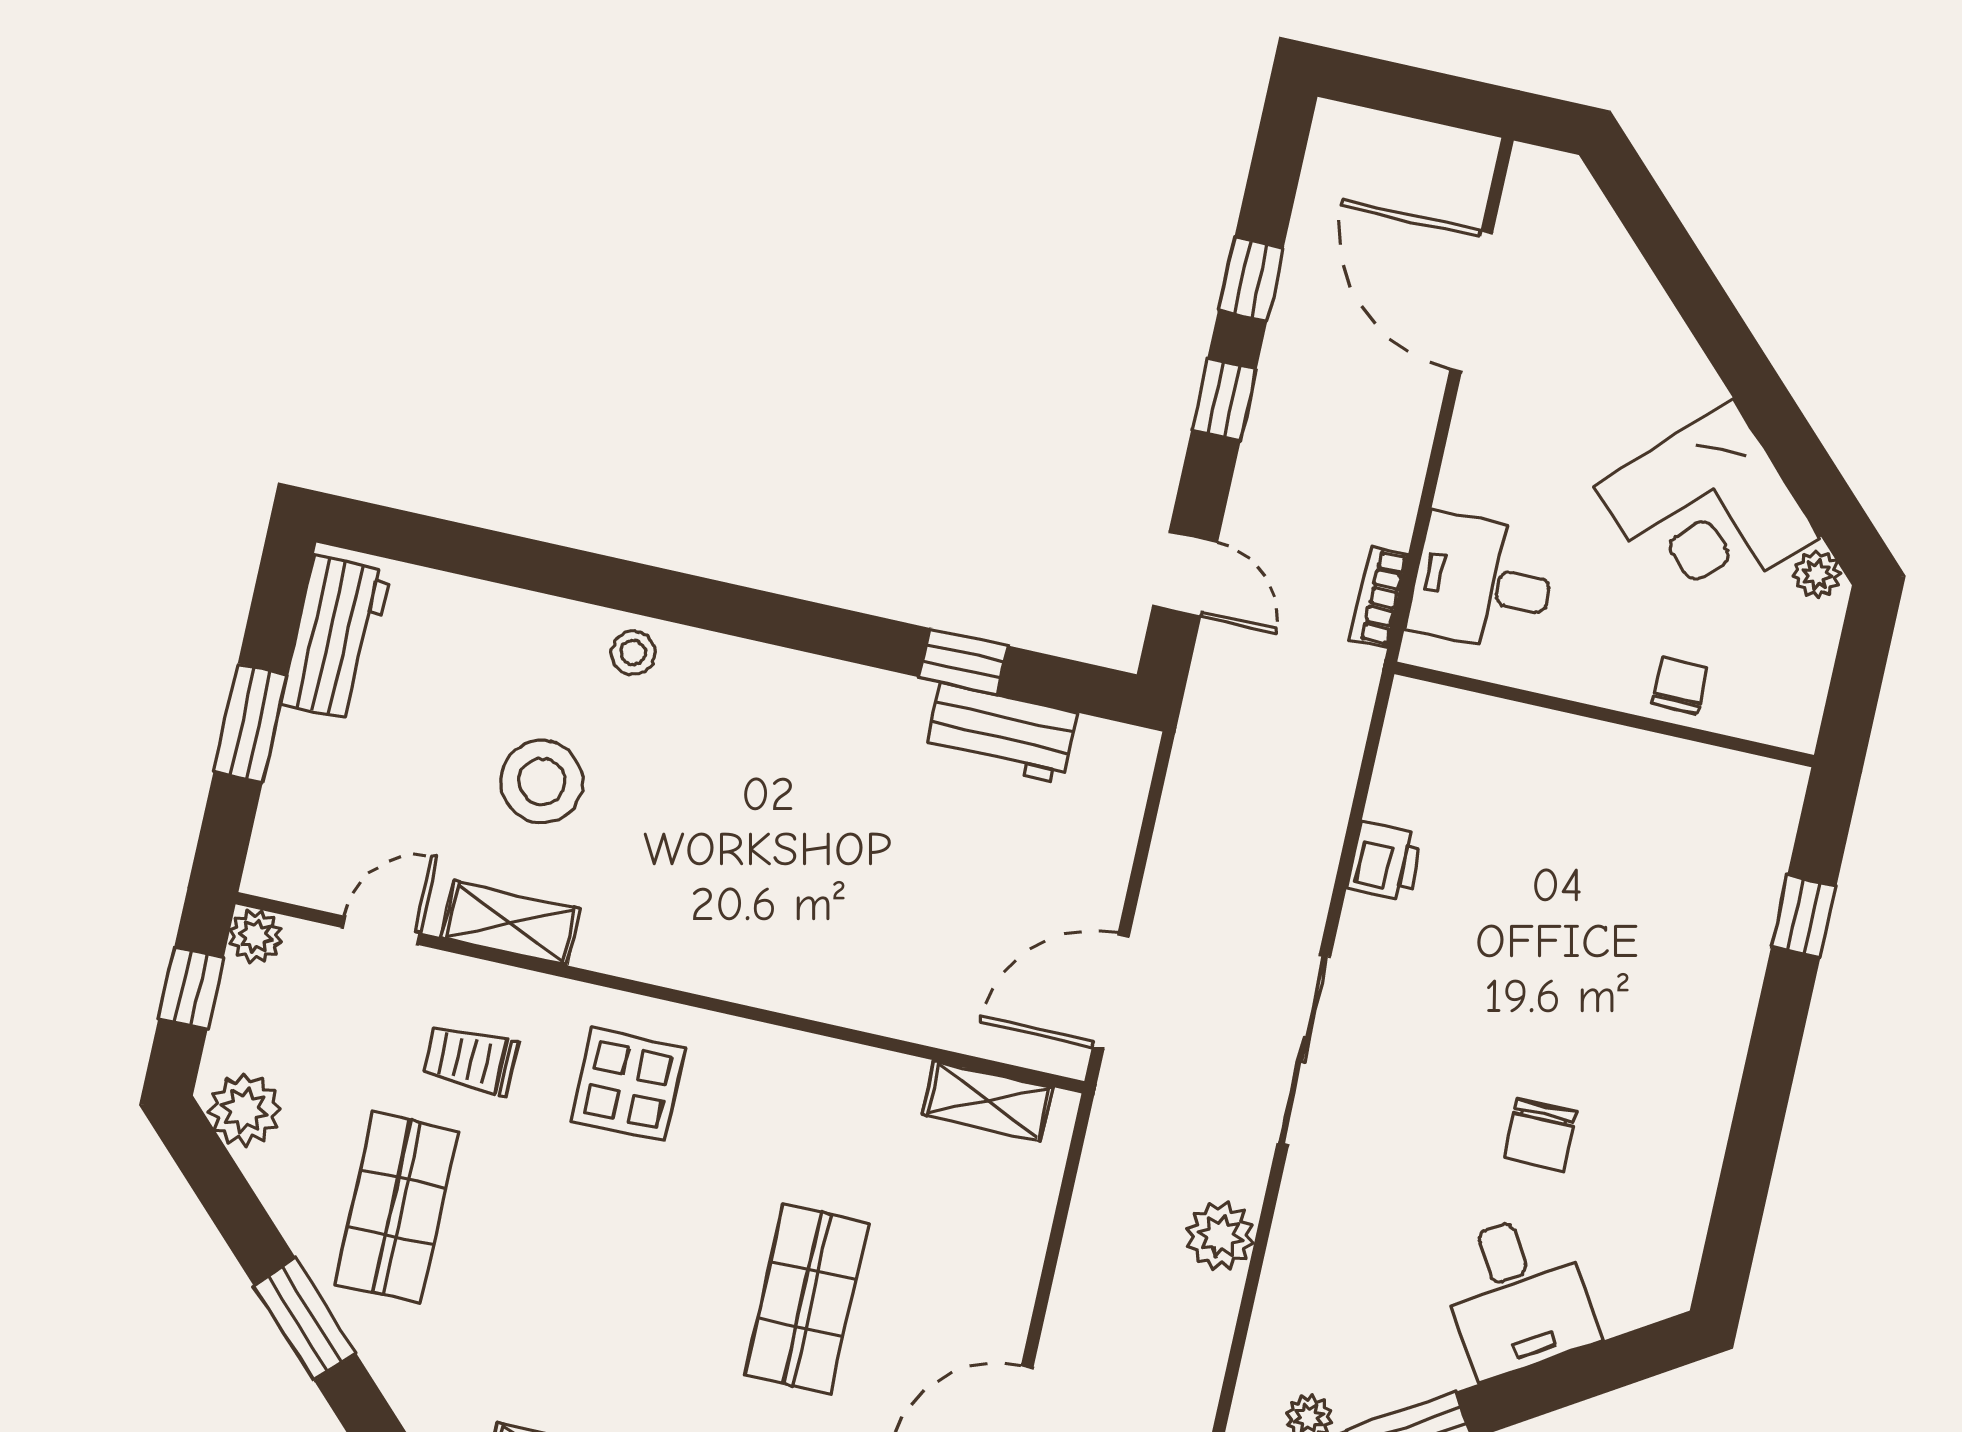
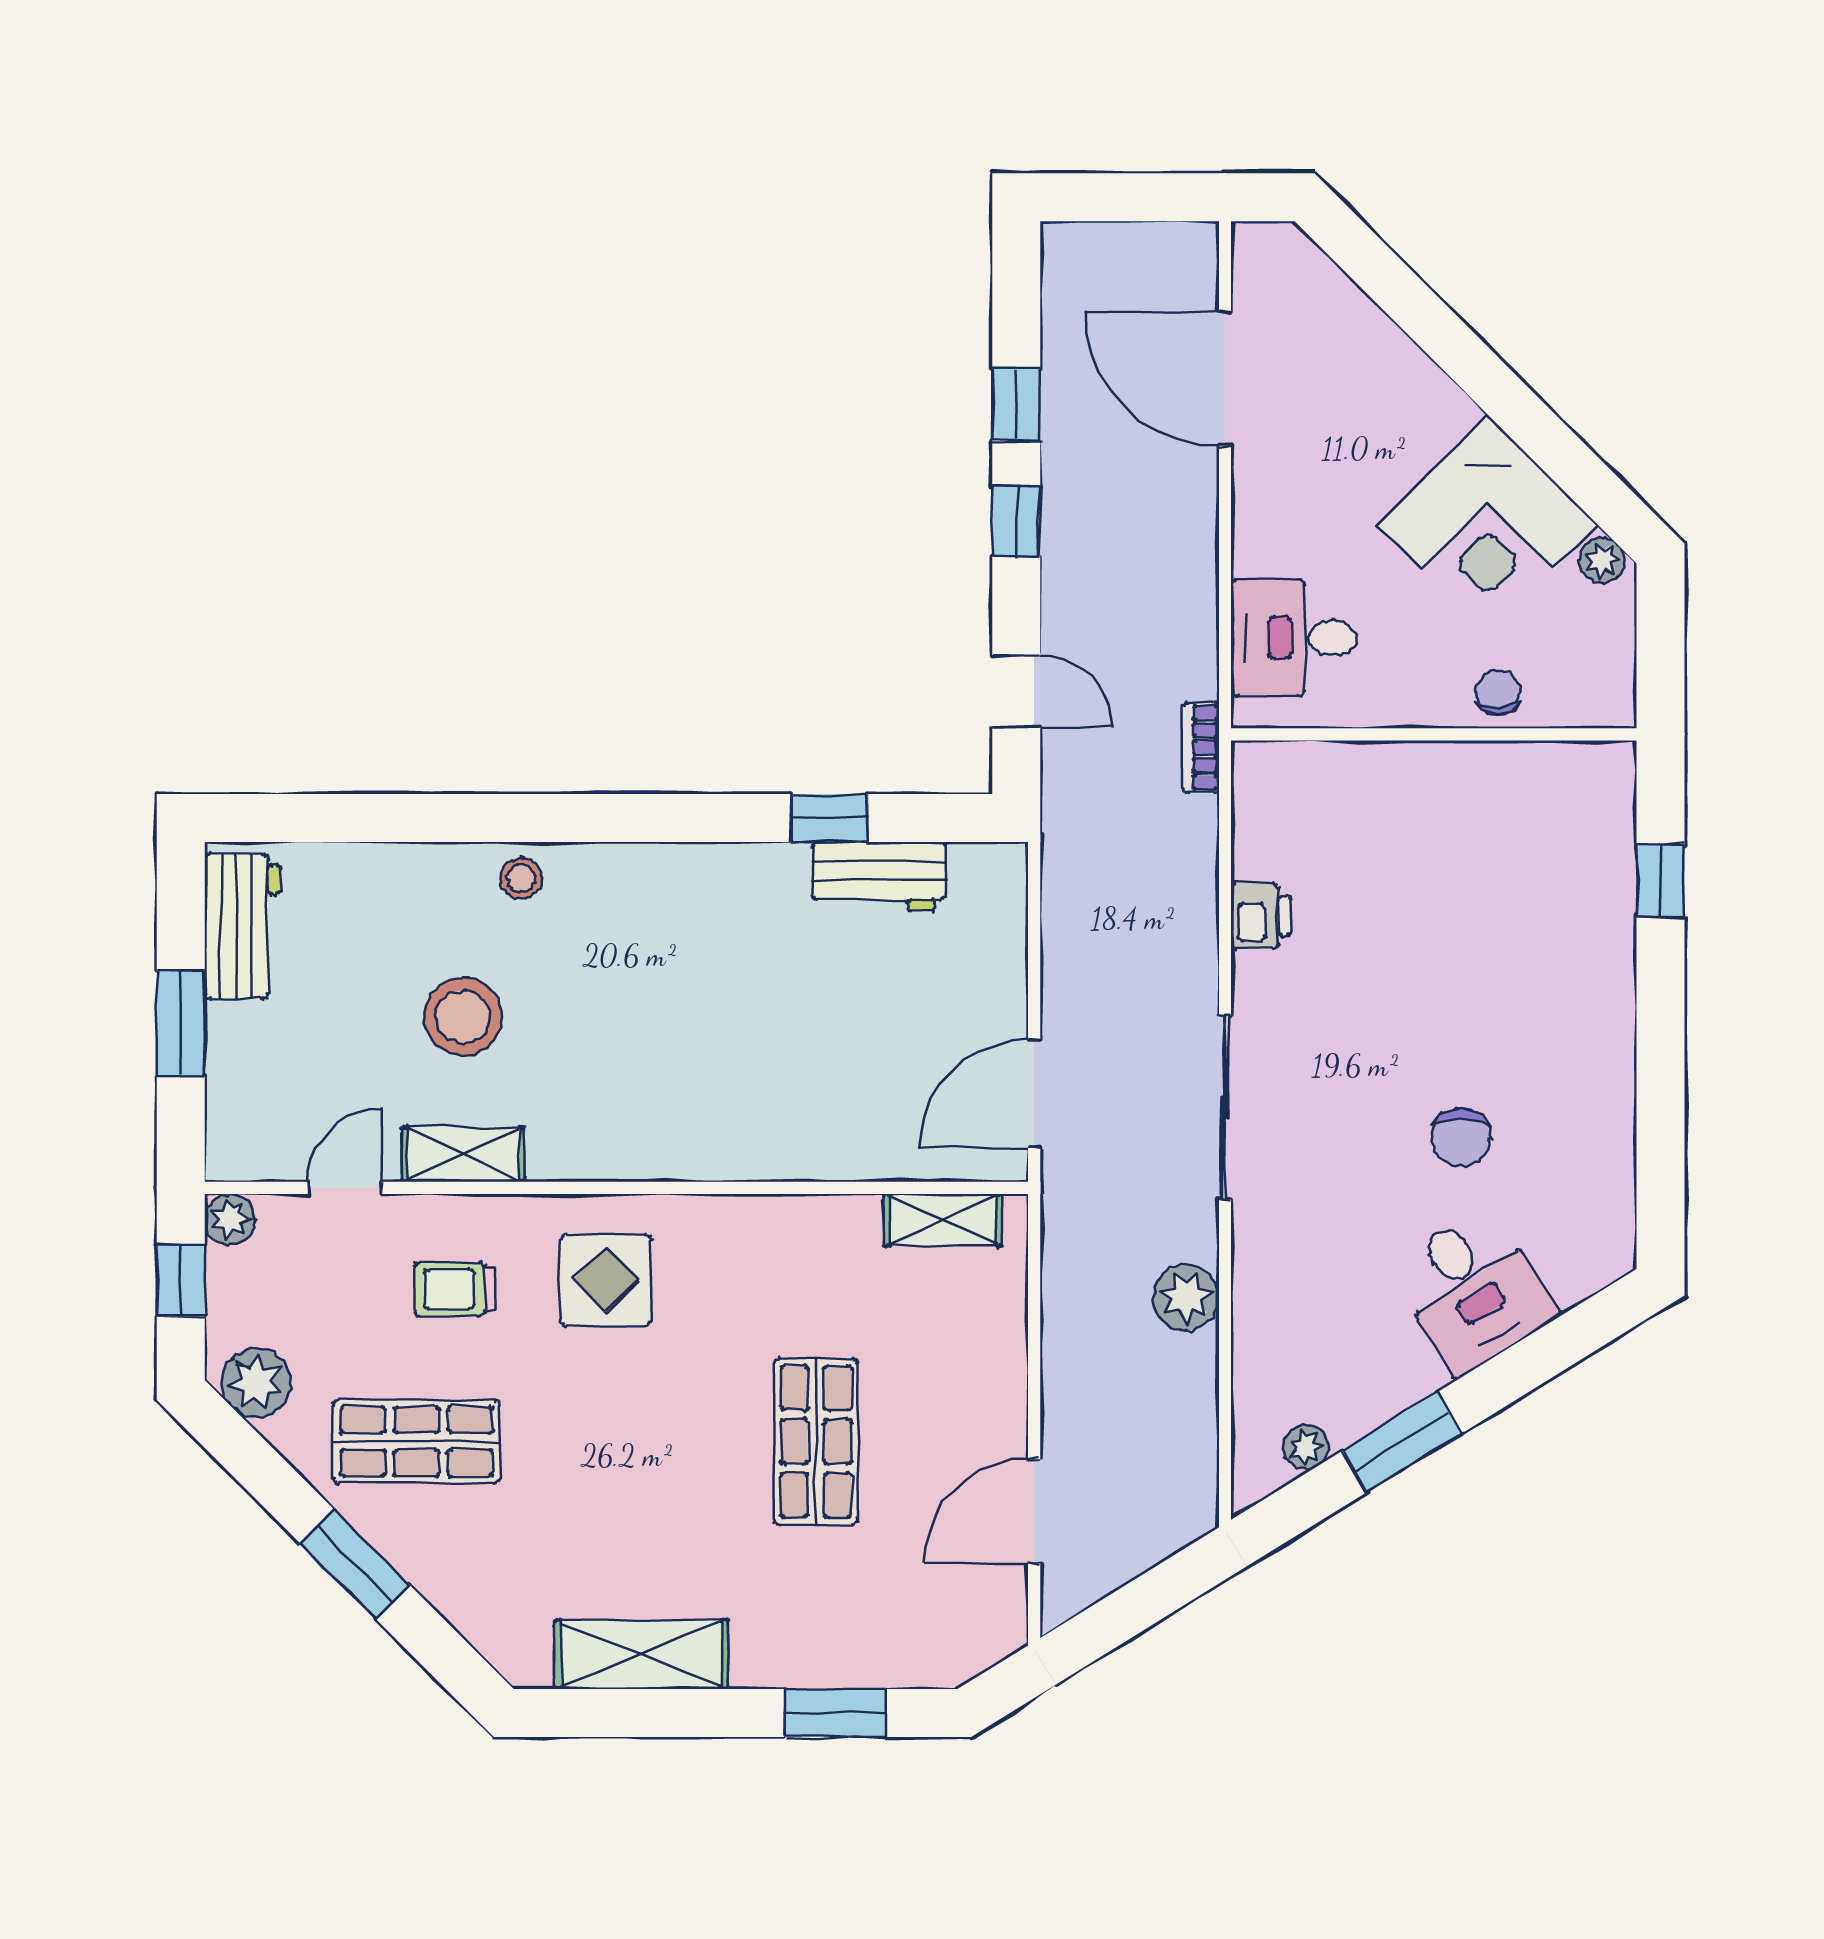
bookcase: (1379, 597) -> (1201, 748), moved
shop shelf: (397, 1207) -> (417, 1441), turned 90

